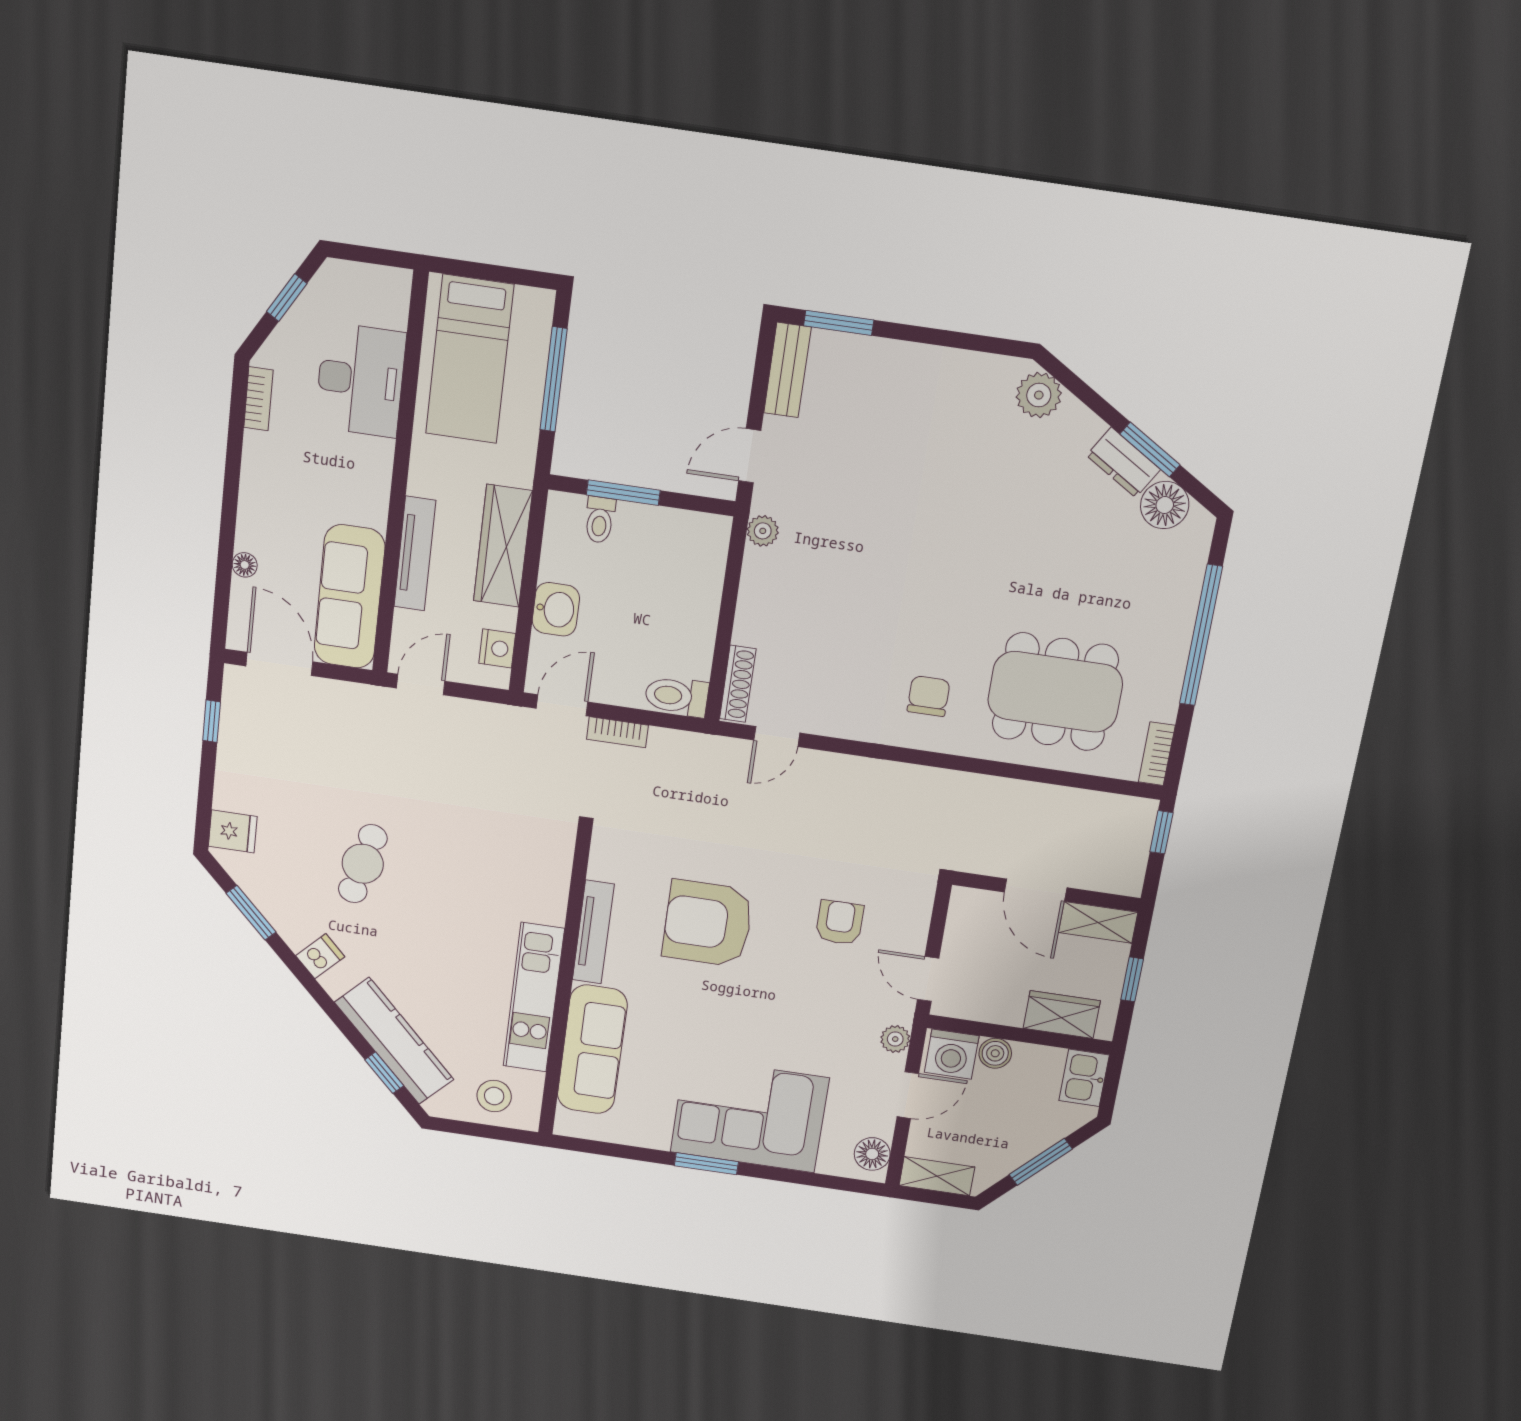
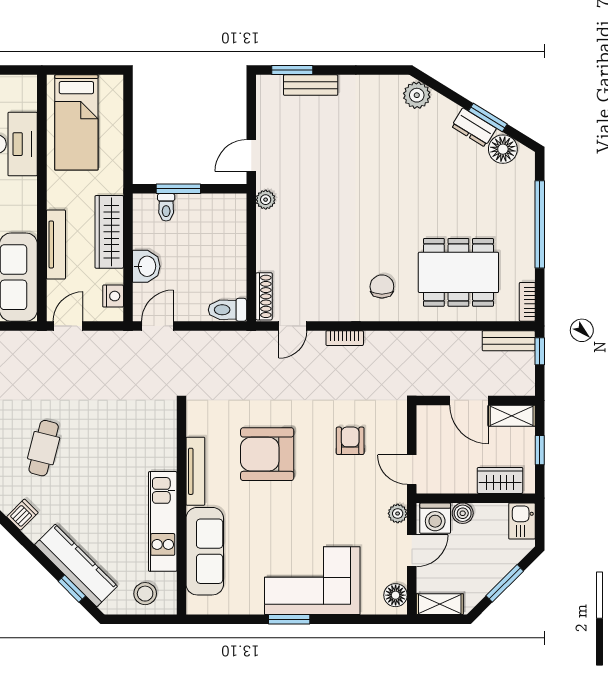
bench: (787, 370) -> (311, 85), moved, turned 90
window: (554, 379) -> (128, 127), removed
bookcase: (617, 732) -> (345, 338), moved
bench: (1115, 809) -> (509, 341), added

